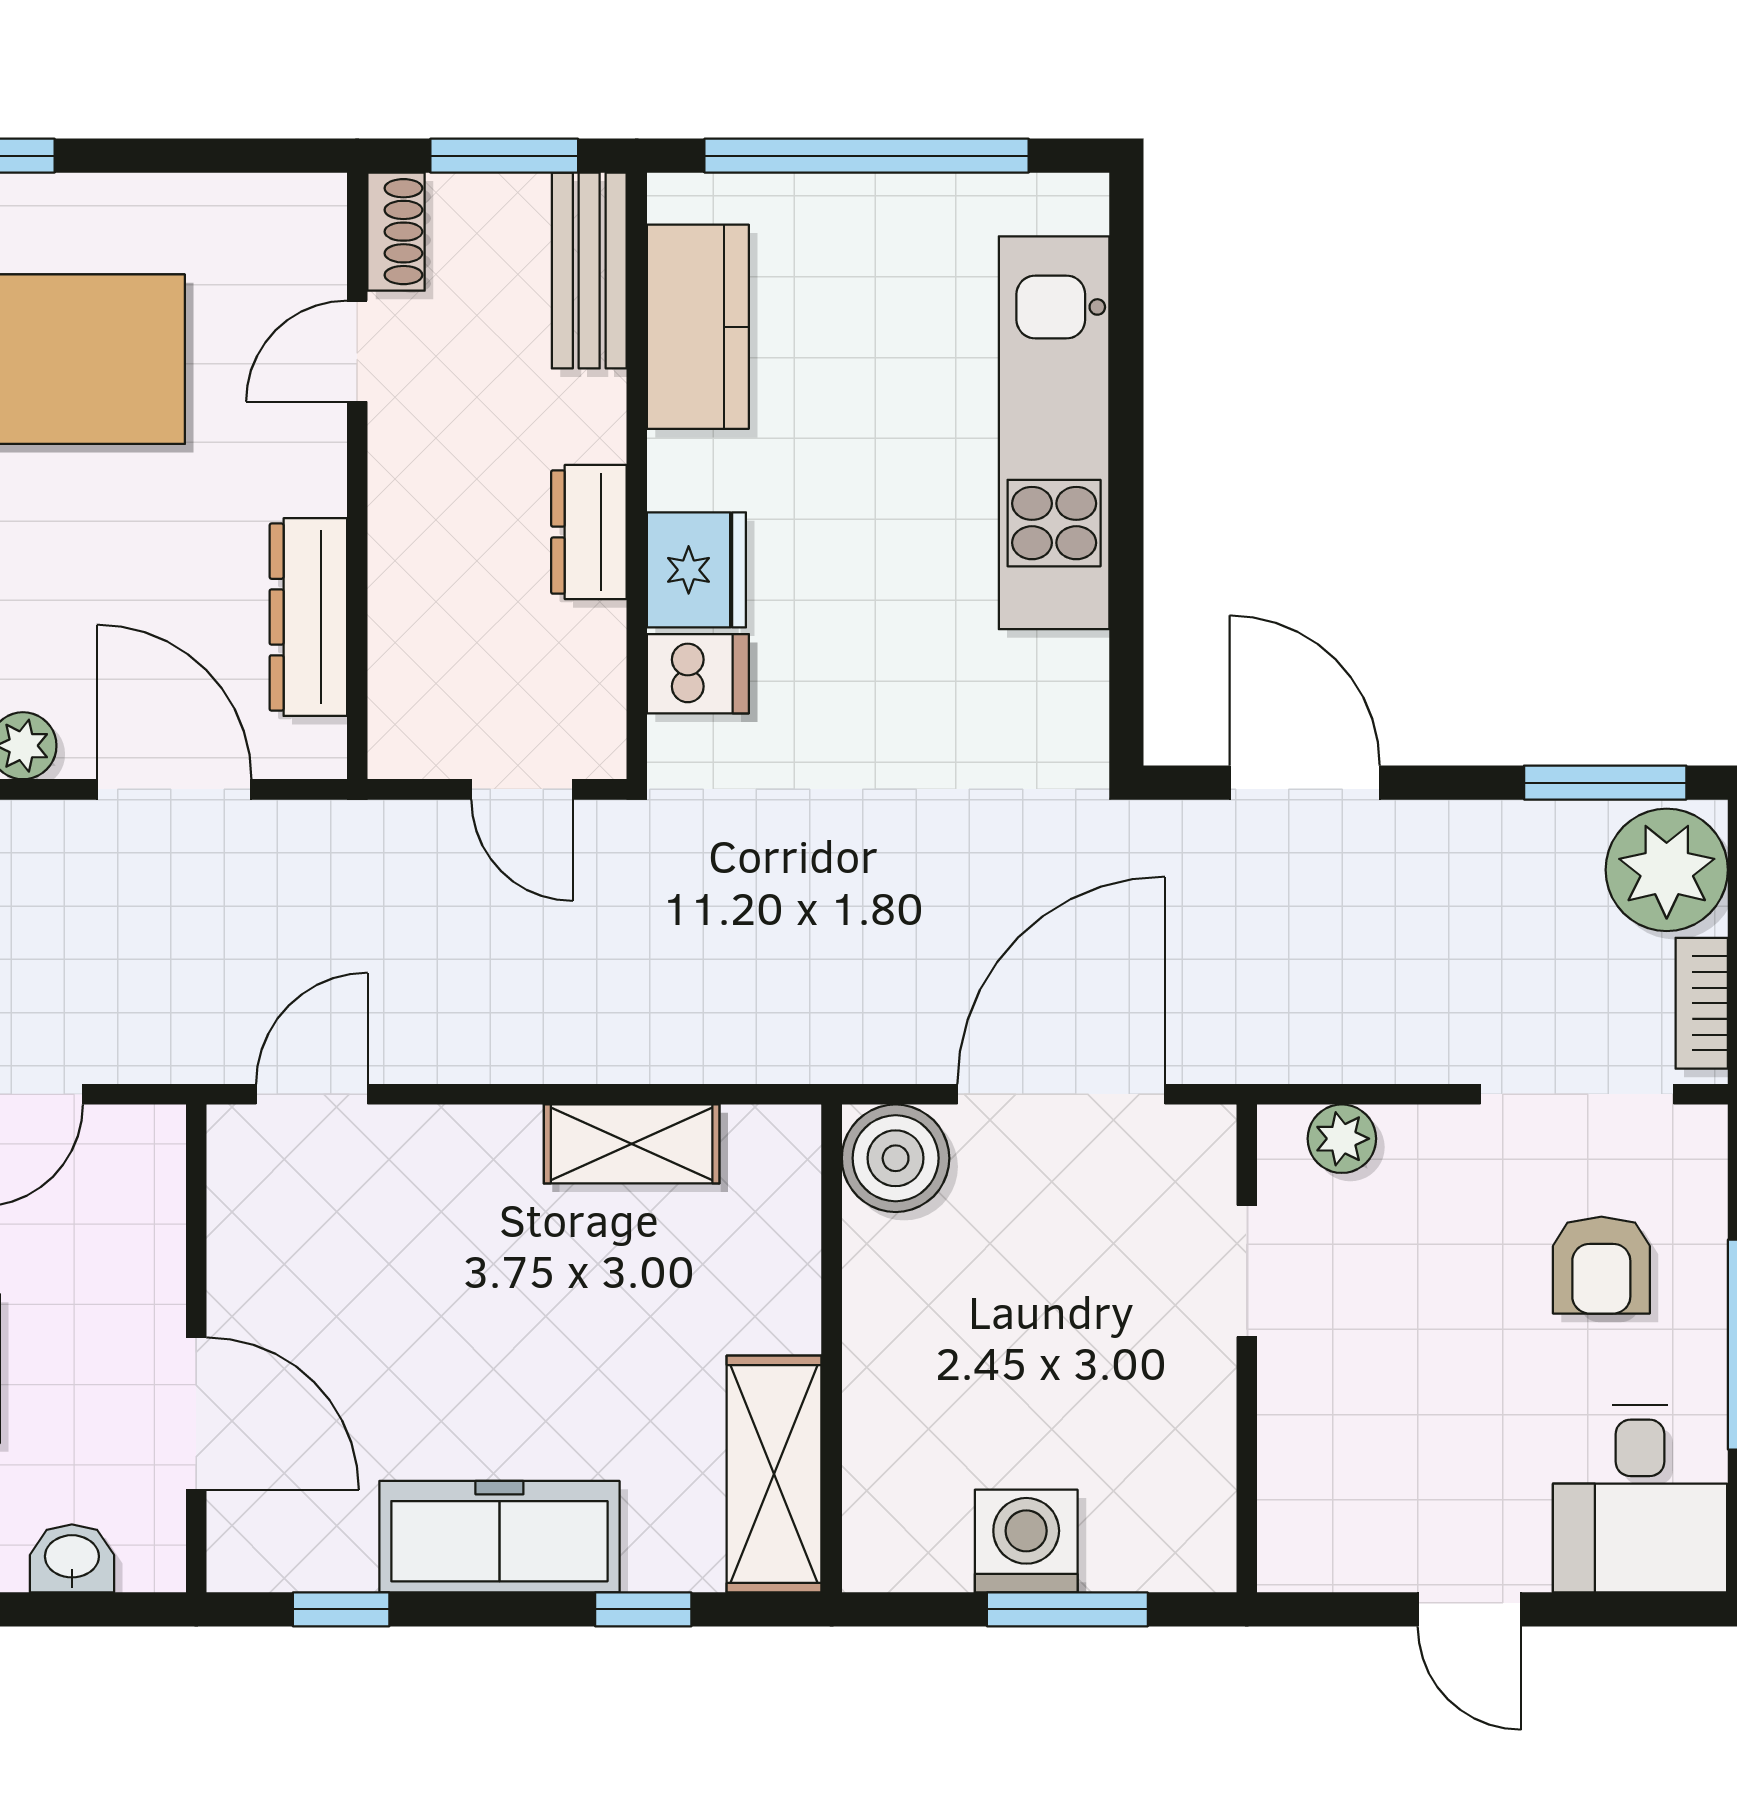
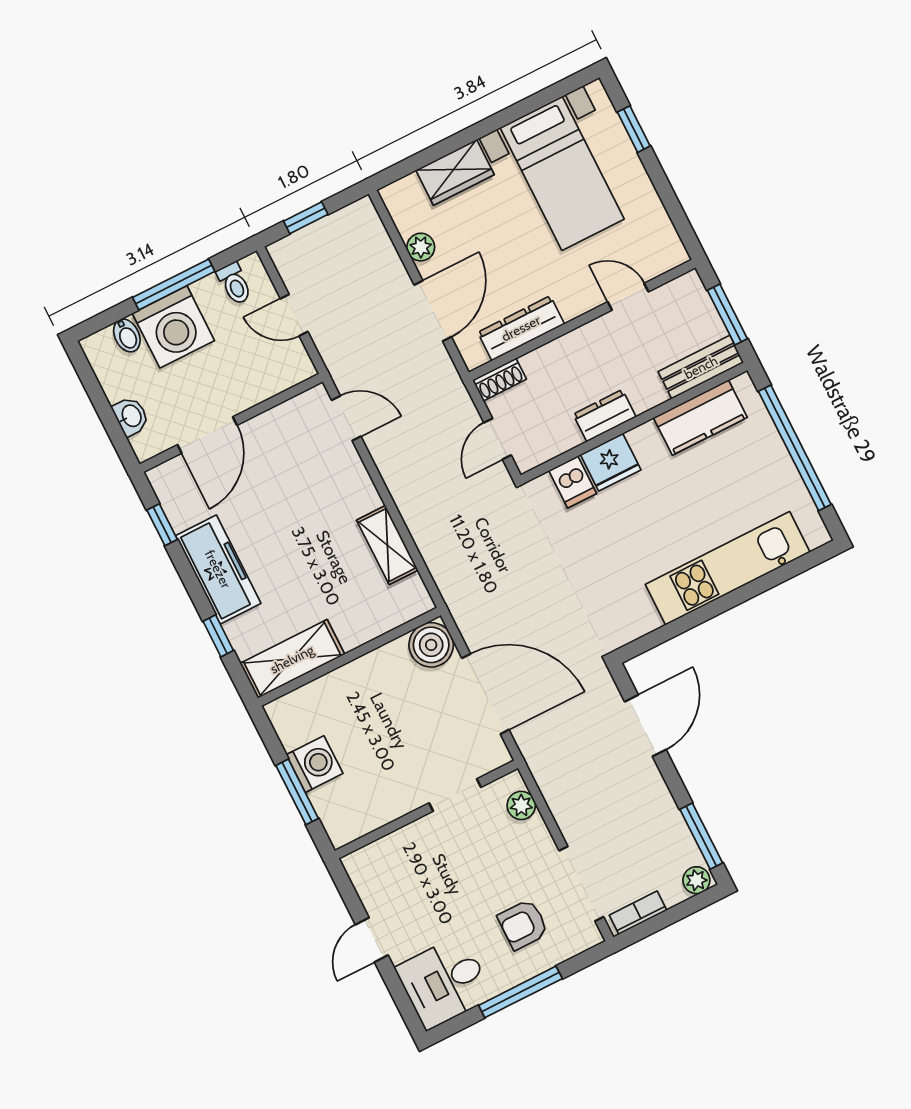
shoe rack: (396, 232) -> (500, 380), moved
plant: (1667, 870) -> (696, 880), width x0.53, depth x0.53

